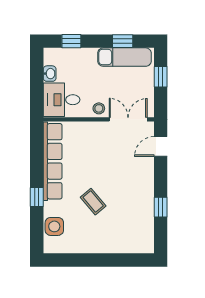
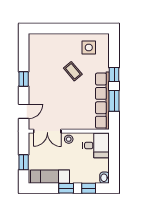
window: (123, 41) -> (66, 188), moved
washbasin: (50, 74) -> (105, 178), moved
window: (37, 161) -> (114, 101), added
window: (161, 207) -> (24, 79), moved
side table: (54, 226) -> (89, 48), moved

